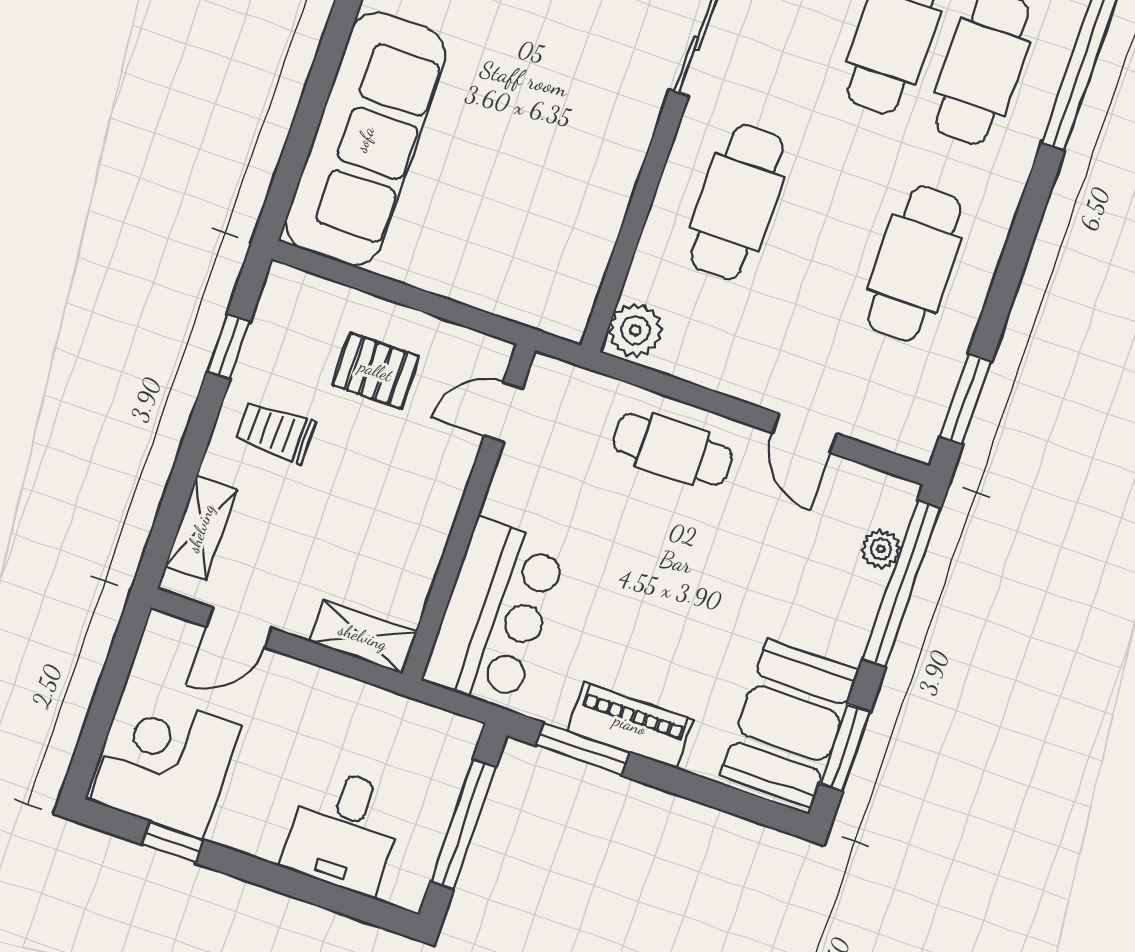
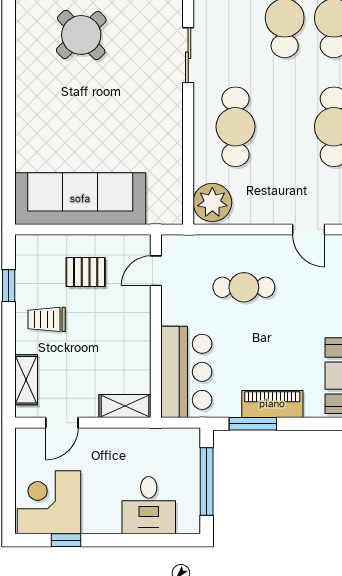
sofa: (365, 139) -> (80, 199), moved, turned -90
plant: (635, 330) -> (212, 202), width x1.36, depth x1.36
cafe table: (673, 449) -> (244, 287), moved

